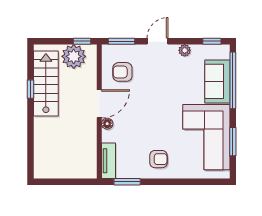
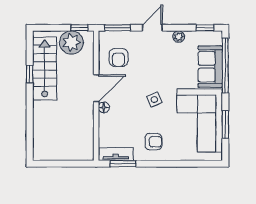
armchair: (122, 72) -> (119, 57), turned -90
side table: (159, 115) -> (154, 100), added
tv unit: (108, 161) -> (116, 154), moved, turned -90

